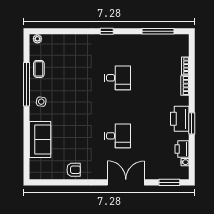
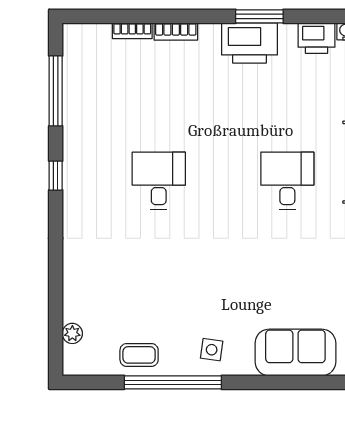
window: (107, 31) -> (56, 176), moved
plant: (37, 39) -> (72, 333), moved

